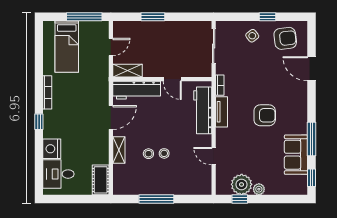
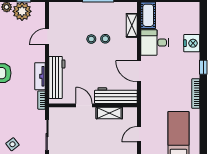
shelving: (127, 71) -> (109, 113), moved
door: (111, 117) -> (139, 71), hinge flipped
shelving: (119, 150) -> (132, 25), moved
door: (214, 156) -> (47, 37), swing flipped
desk: (58, 174) -> (155, 43), moved, turned 180

